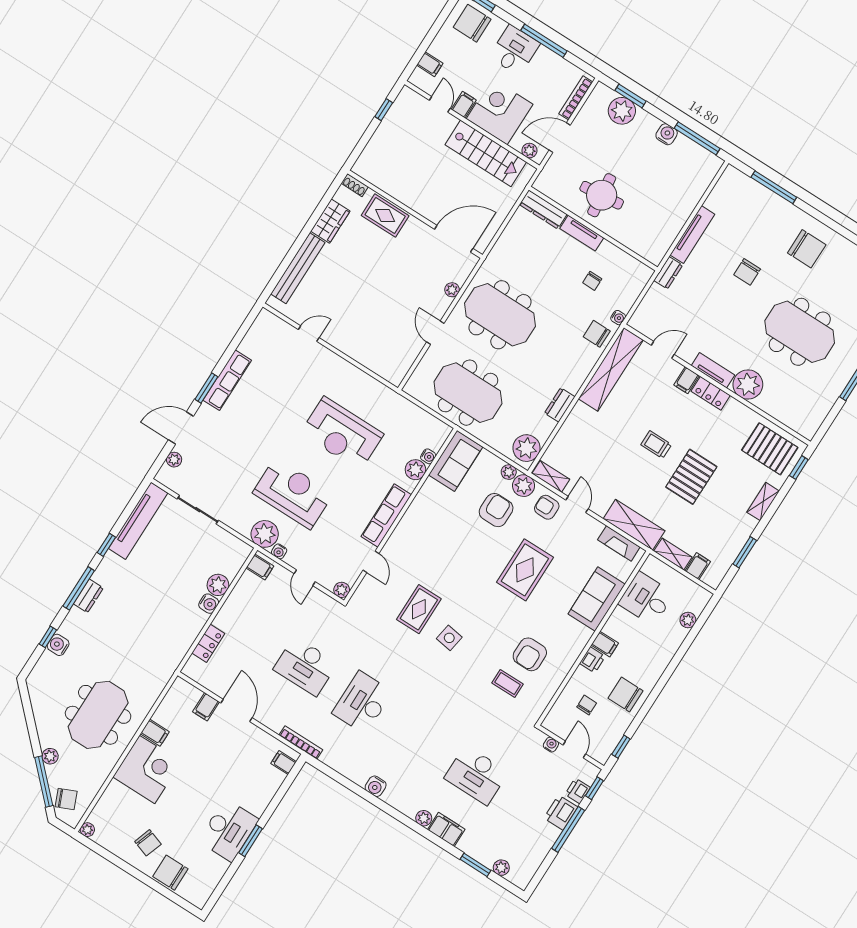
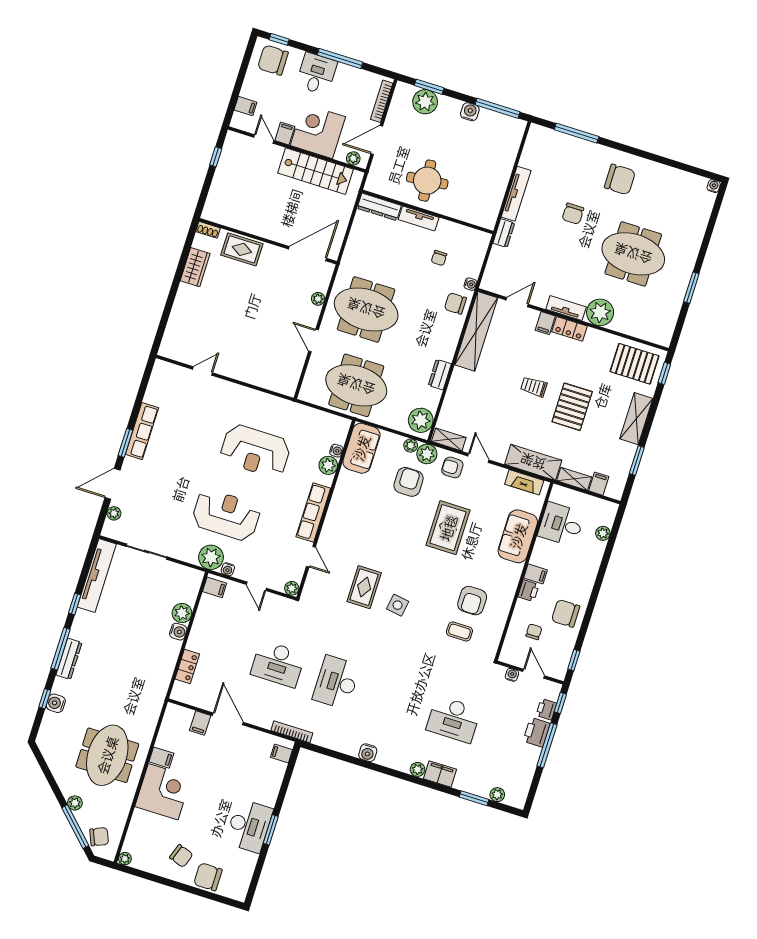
bench: (298, 268) -> (178, 316), removed
shelving: (763, 502) -> (636, 419), width x1.50, depth x1.33
dresser: (88, 596) -> (69, 659), width x1.44

